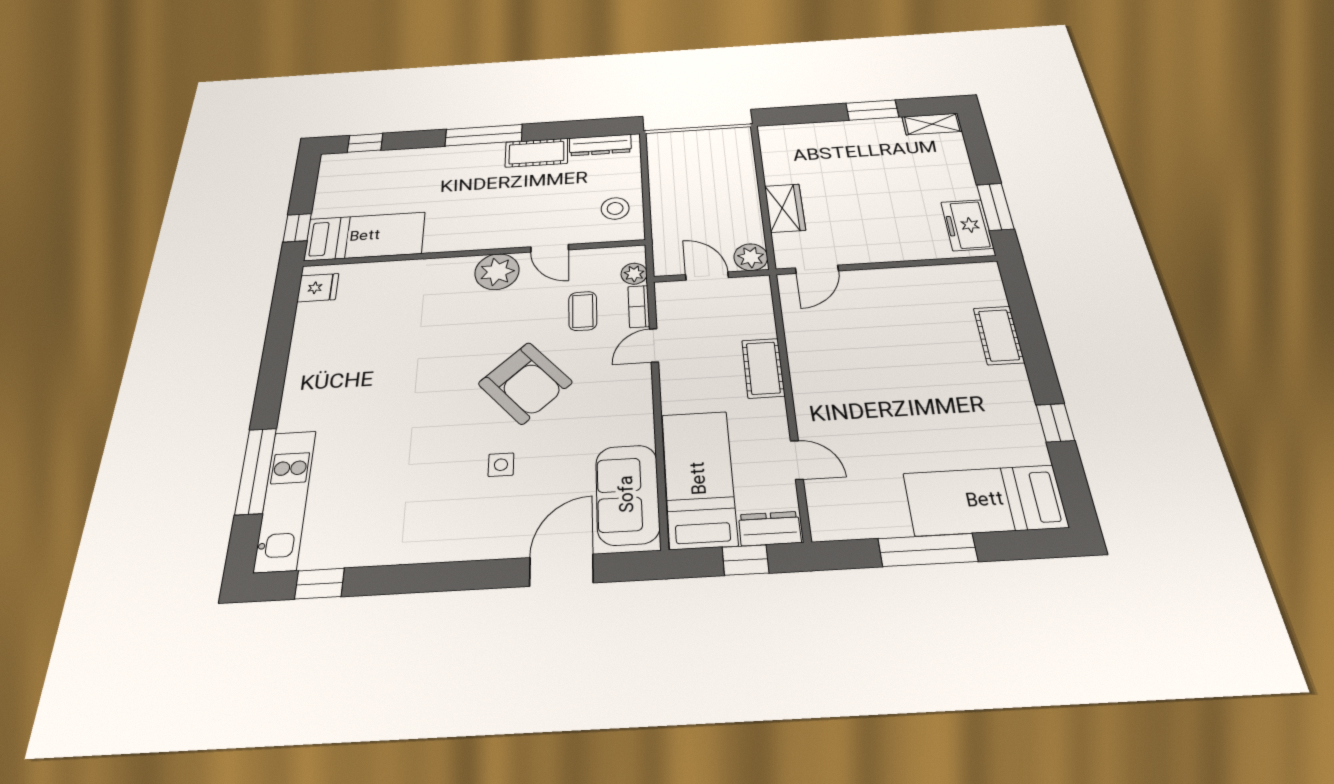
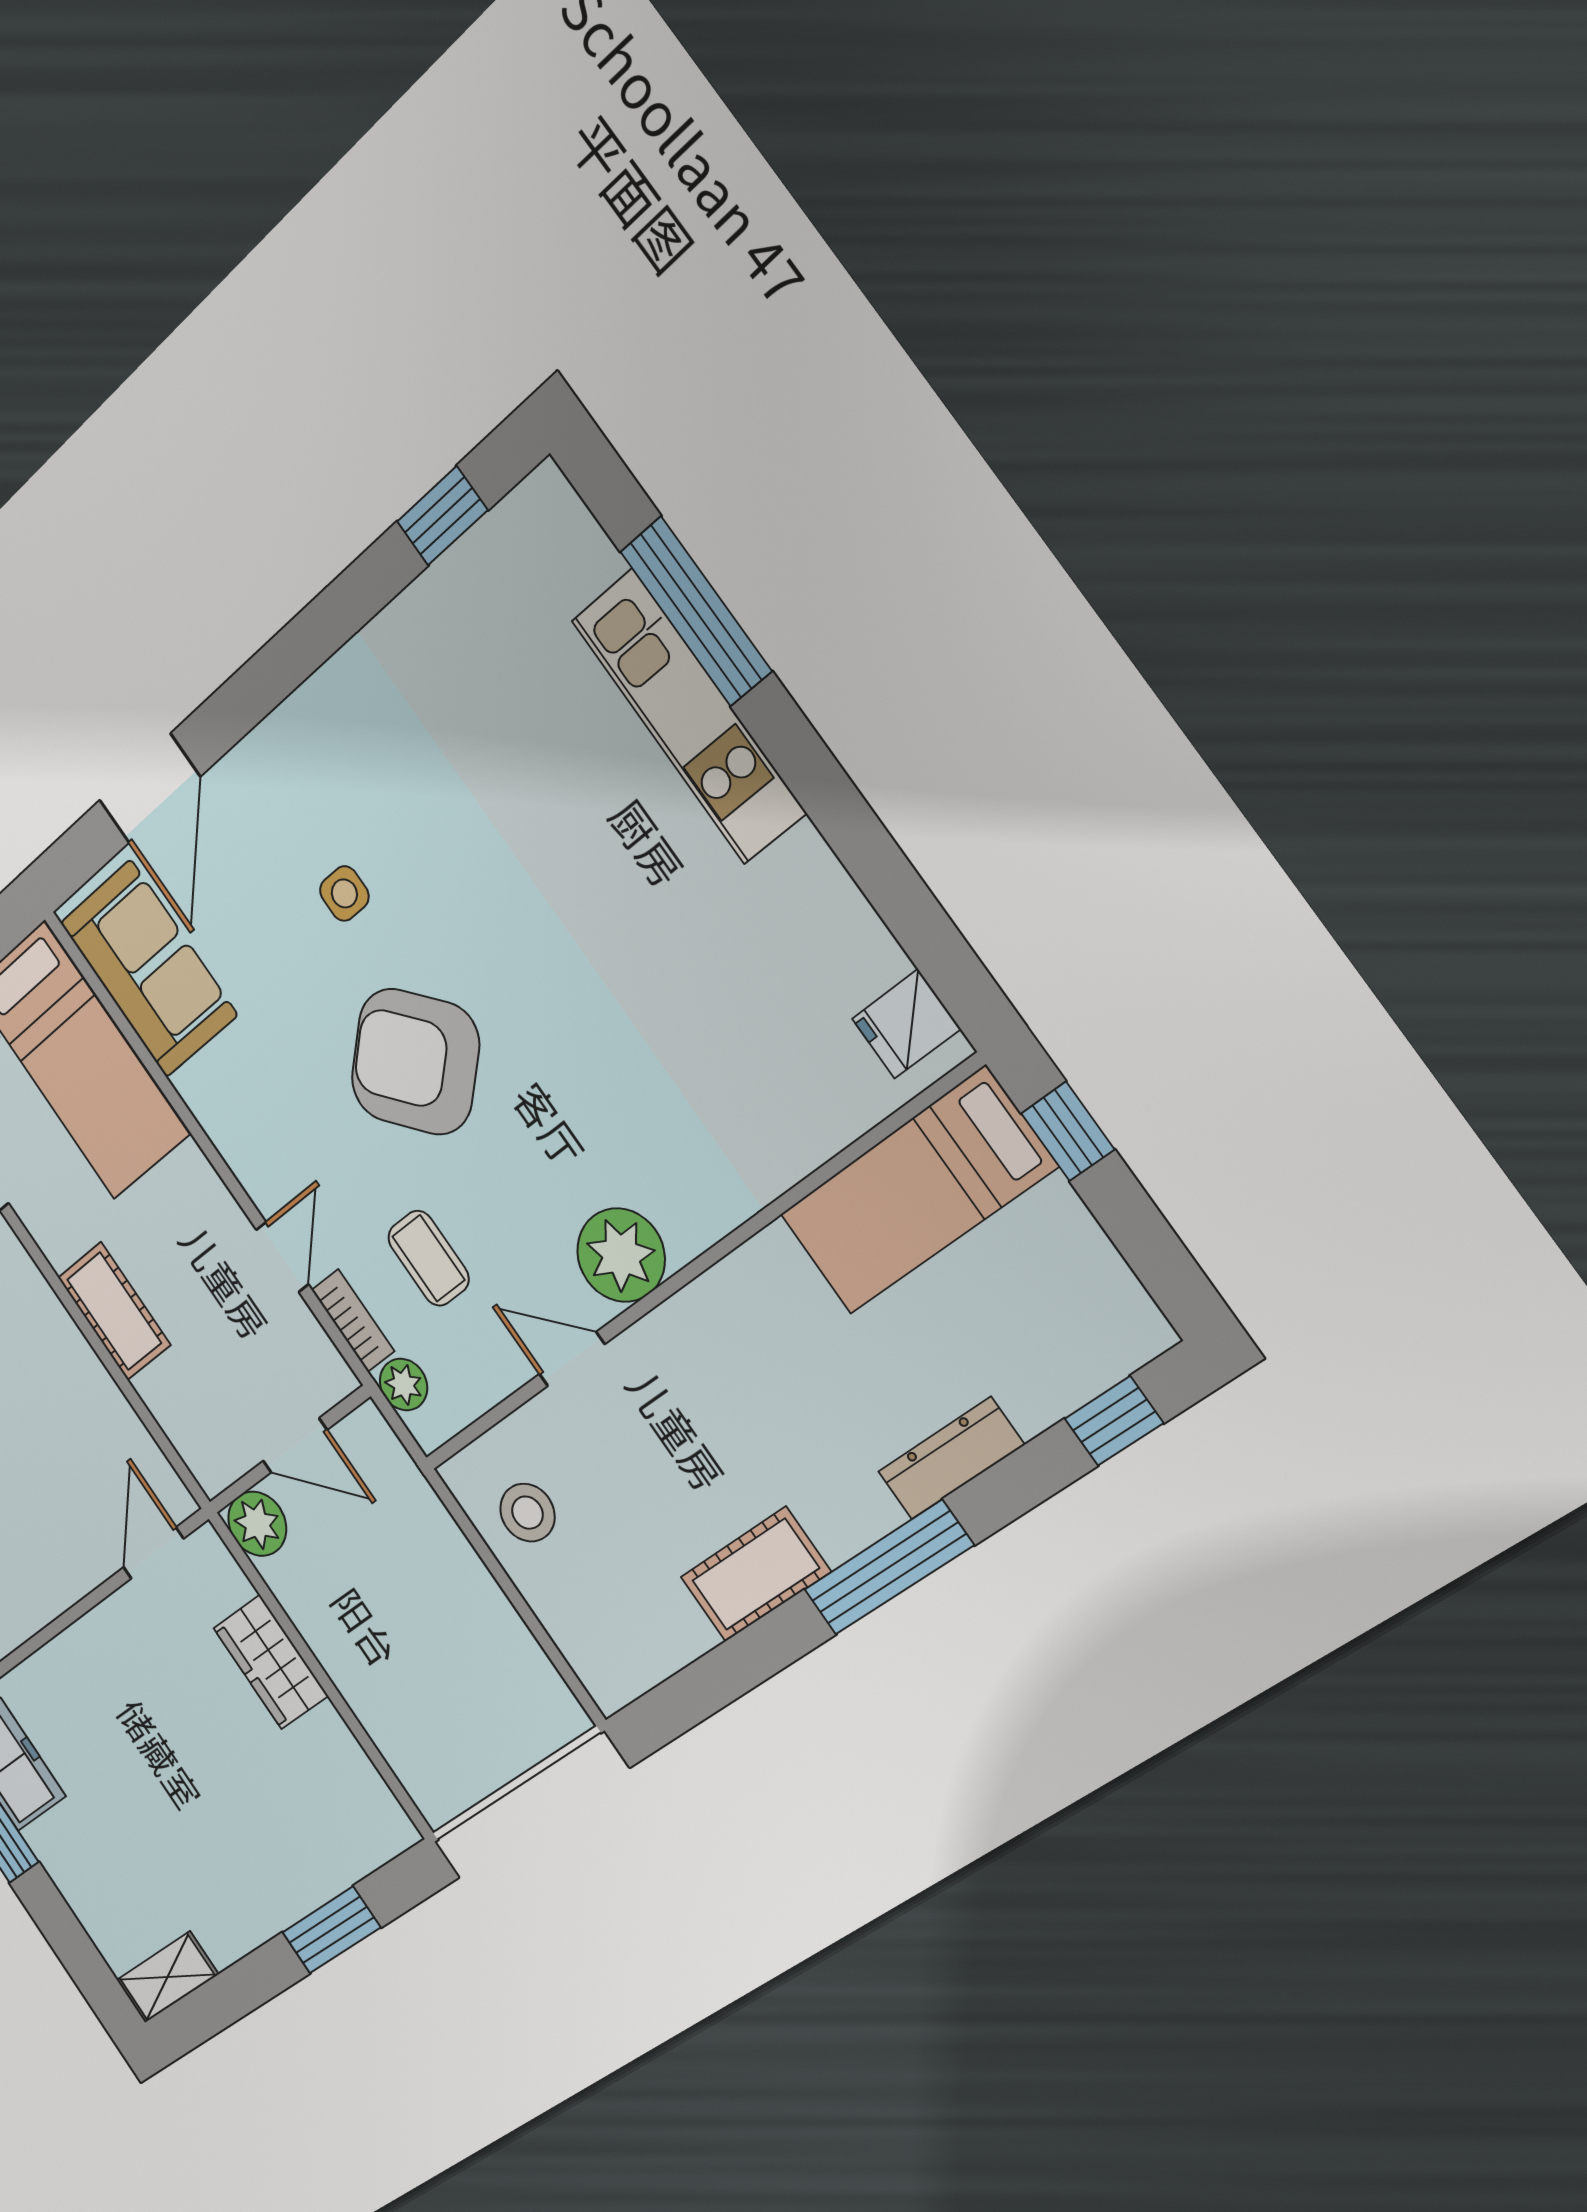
window: (872, 110) -> (331, 1930), moved
dresser: (600, 145) -> (951, 1458), moved
kitchen unit: (285, 500) -> (688, 716), moved

